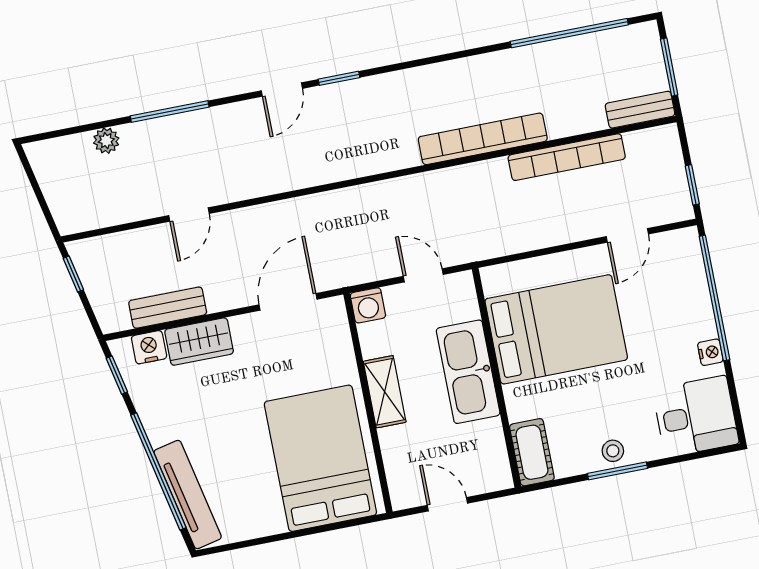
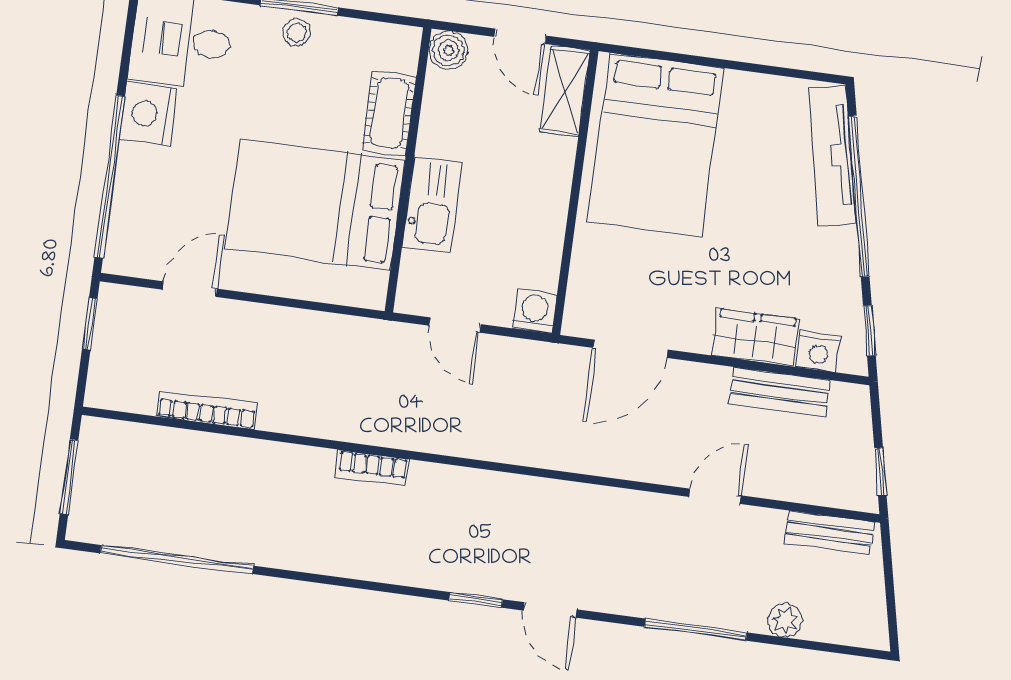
door: (282, 90) -> (550, 610), swing flipped
bench: (640, 110) -> (829, 533), moved
bookcase: (483, 139) -> (372, 468), width x0.43, depth x0.76
bookcase: (567, 157) -> (207, 410), width x0.68, depth x0.76
nightstand: (710, 352) -> (148, 114), width x1.89, depth x1.79
kitchen sink: (468, 372) -> (432, 205), width x0.73, depth x0.81
shelving: (385, 392) -> (565, 91), moved
cot: (532, 452) -> (389, 113), moved
boiler: (497, 476) -> (448, 50), added

